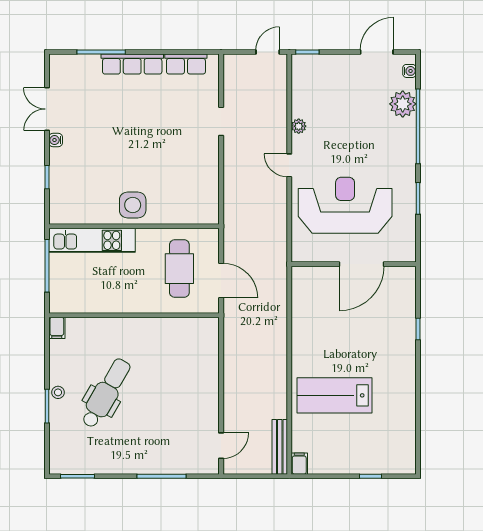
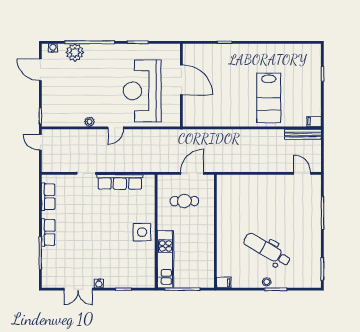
row of seats: (132, 64) -> (48, 232), width x0.68
row of seats: (208, 172) -> (120, 182), added
cafe table: (179, 269) -> (184, 201), width x0.73, depth x0.74

